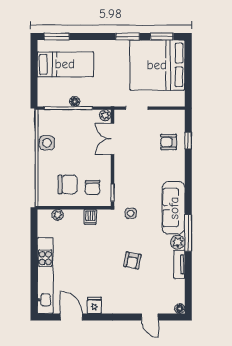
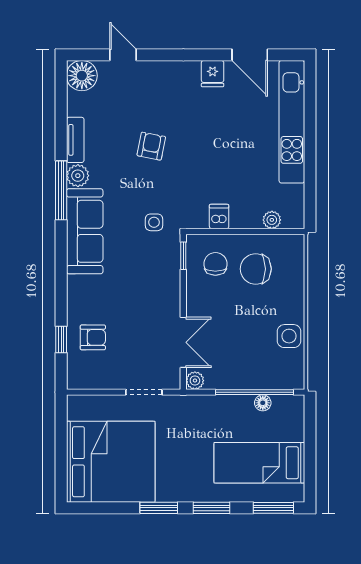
window: (162, 36) -> (211, 508), moved
floor lamp: (75, 101) -> (263, 403), moved
floor lamp: (180, 309) -> (82, 76), width x1.89, depth x1.89

